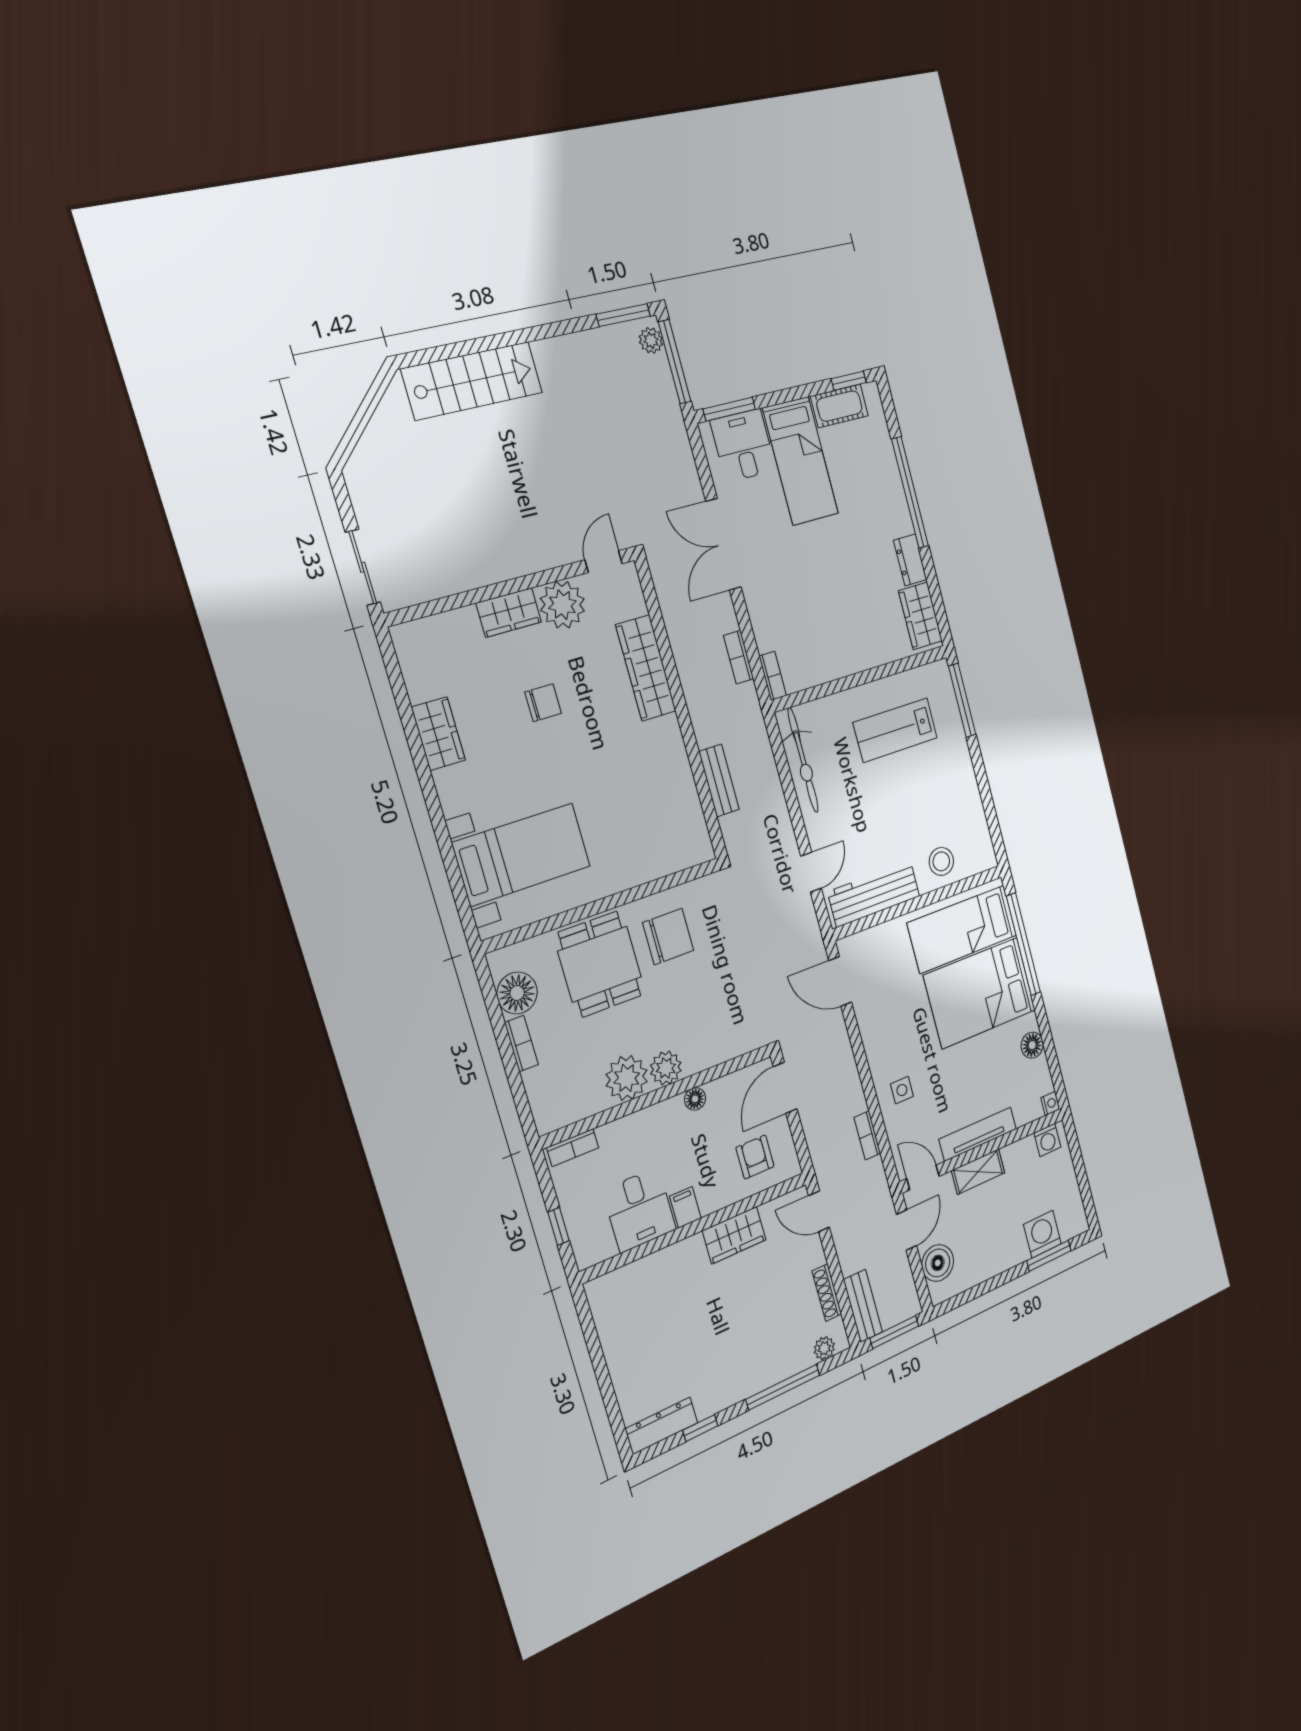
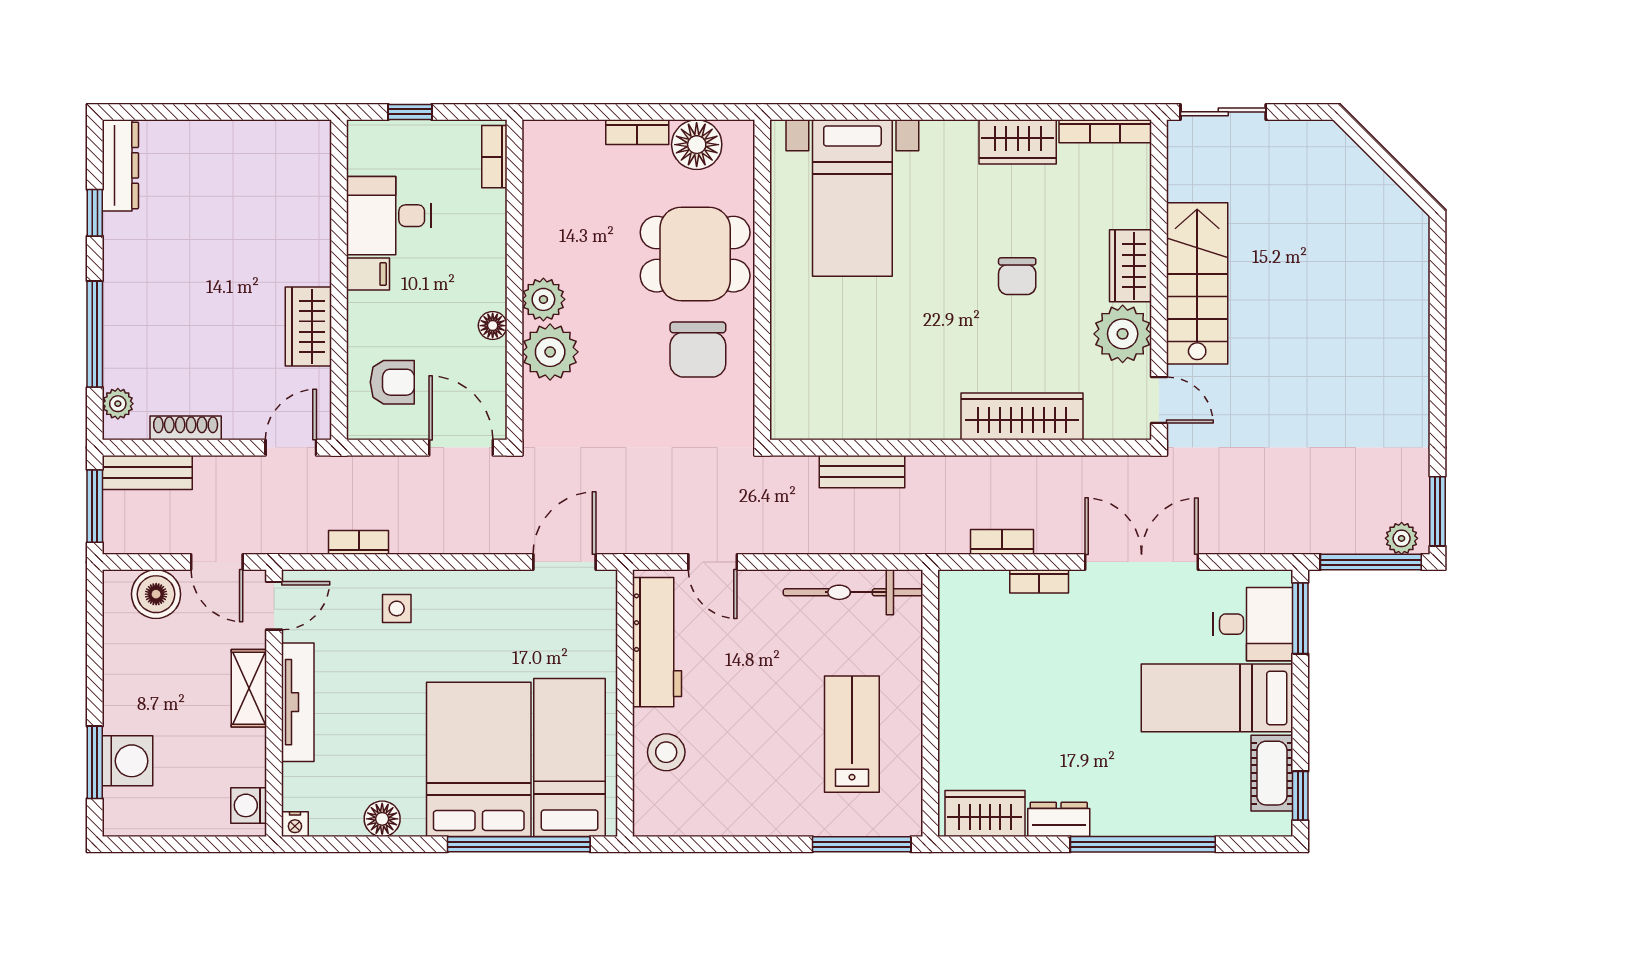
stairs: (472, 381) -> (1197, 283), moved, turned 180
bookcase: (408, 663) -> (1105, 131), added
bookcase: (773, 676) -> (1039, 581), moved
plant: (627, 1078) -> (550, 352), moved

